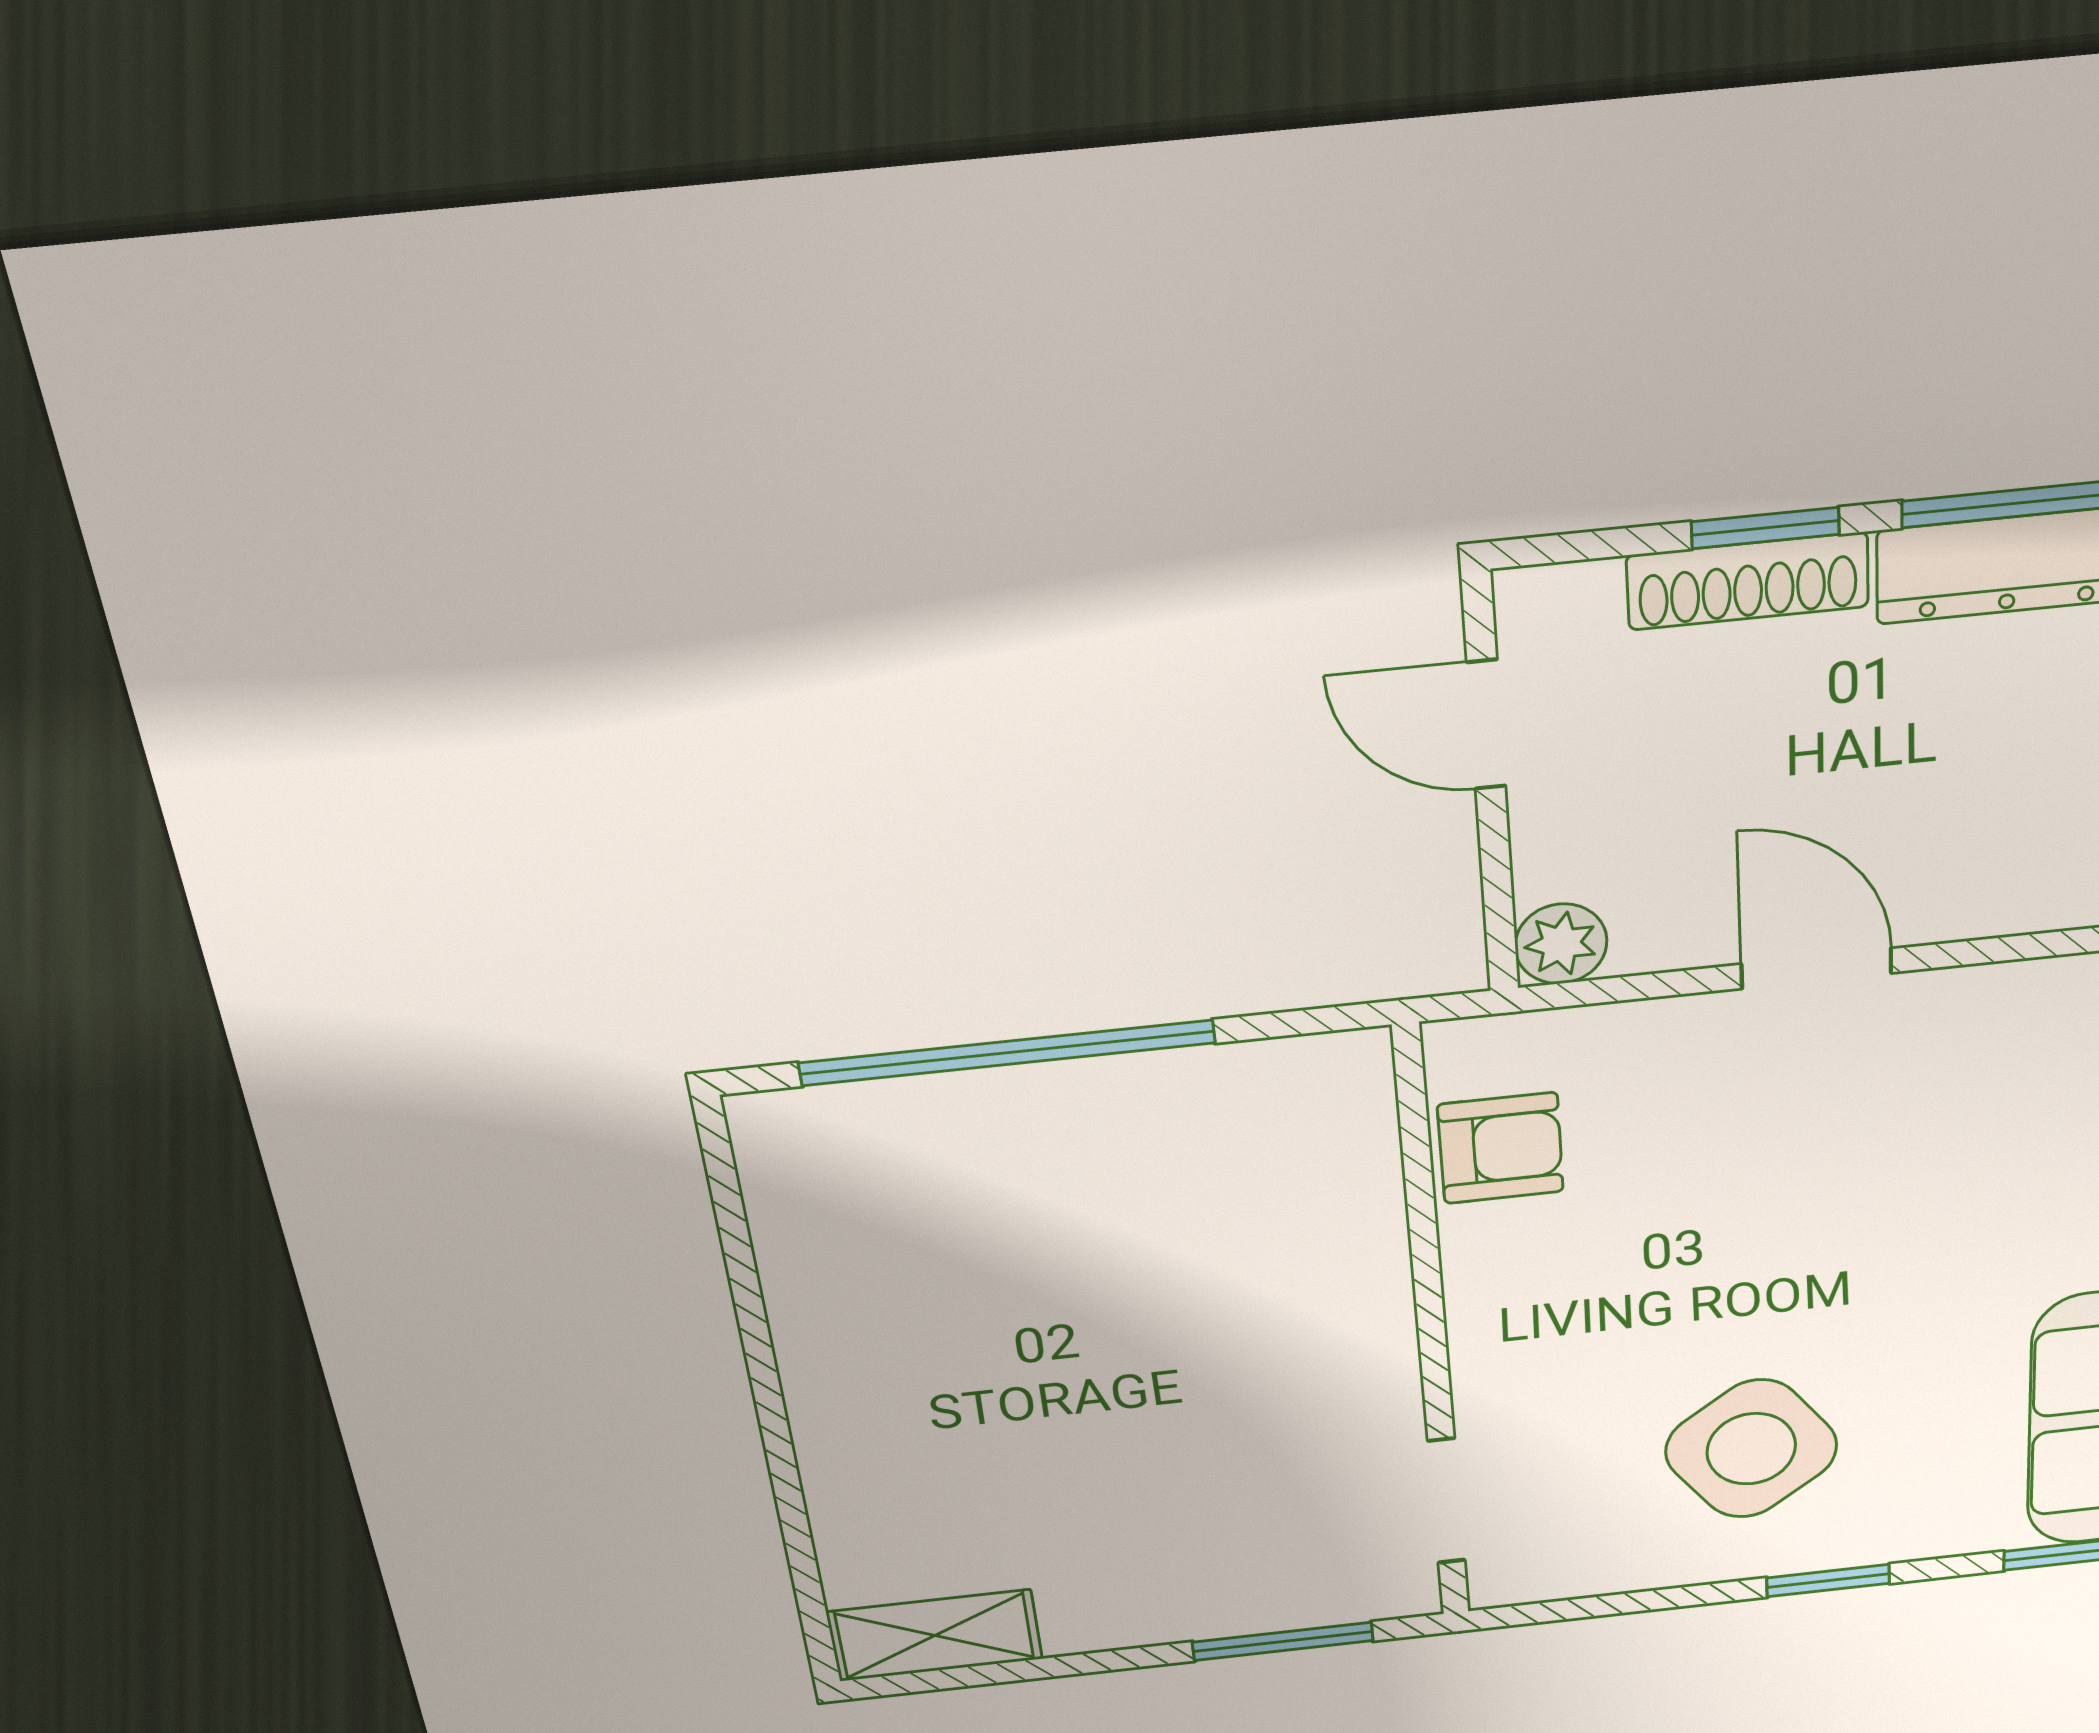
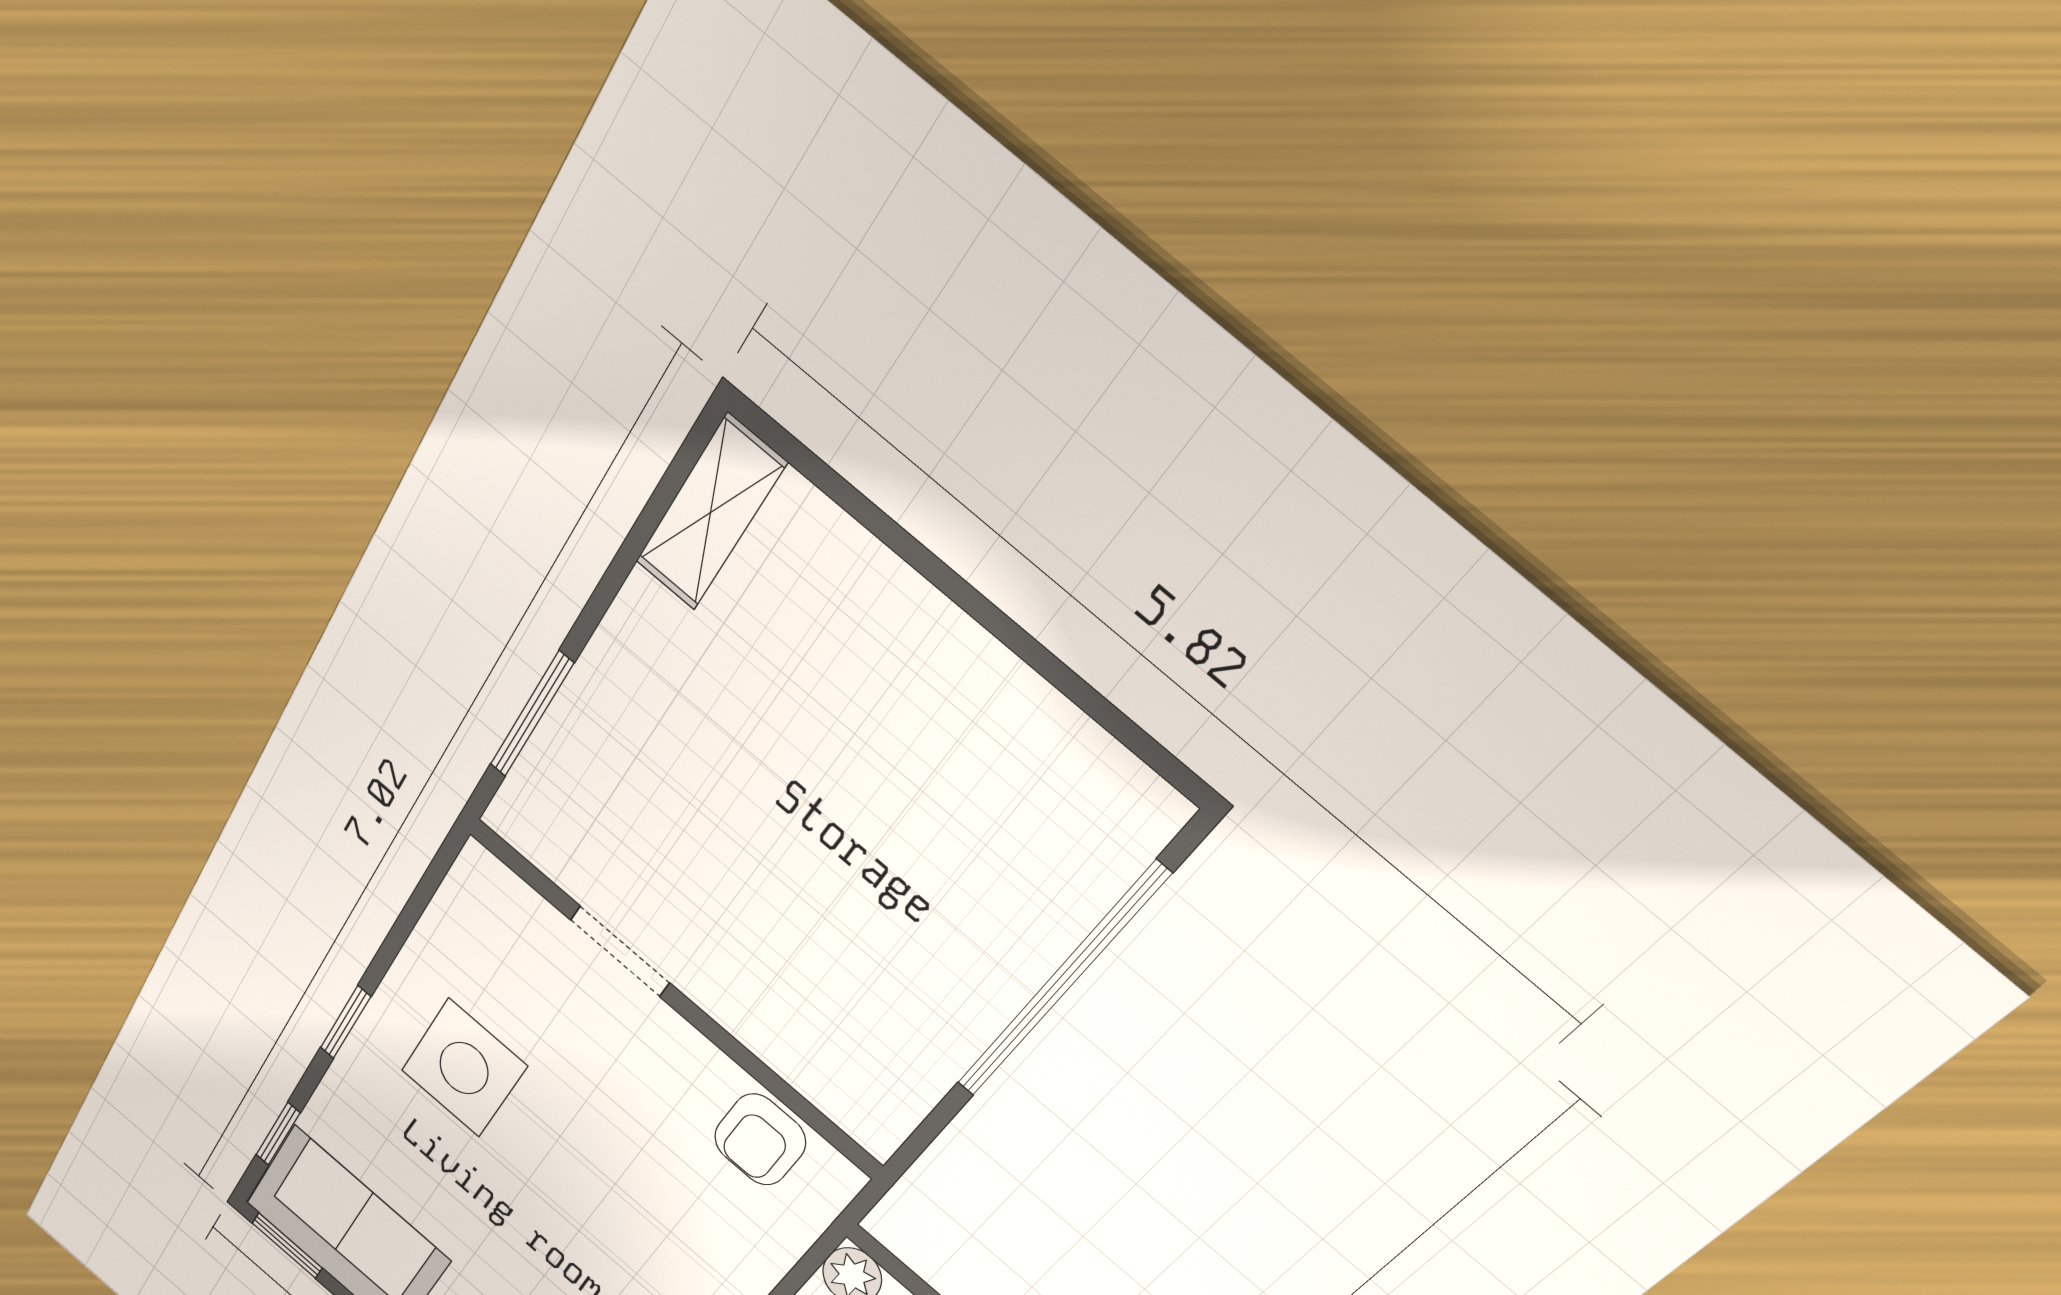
side table: (1751, 1449) -> (464, 1068), turned 36
doorway: (1446, 1501) -> (620, 951), moved

